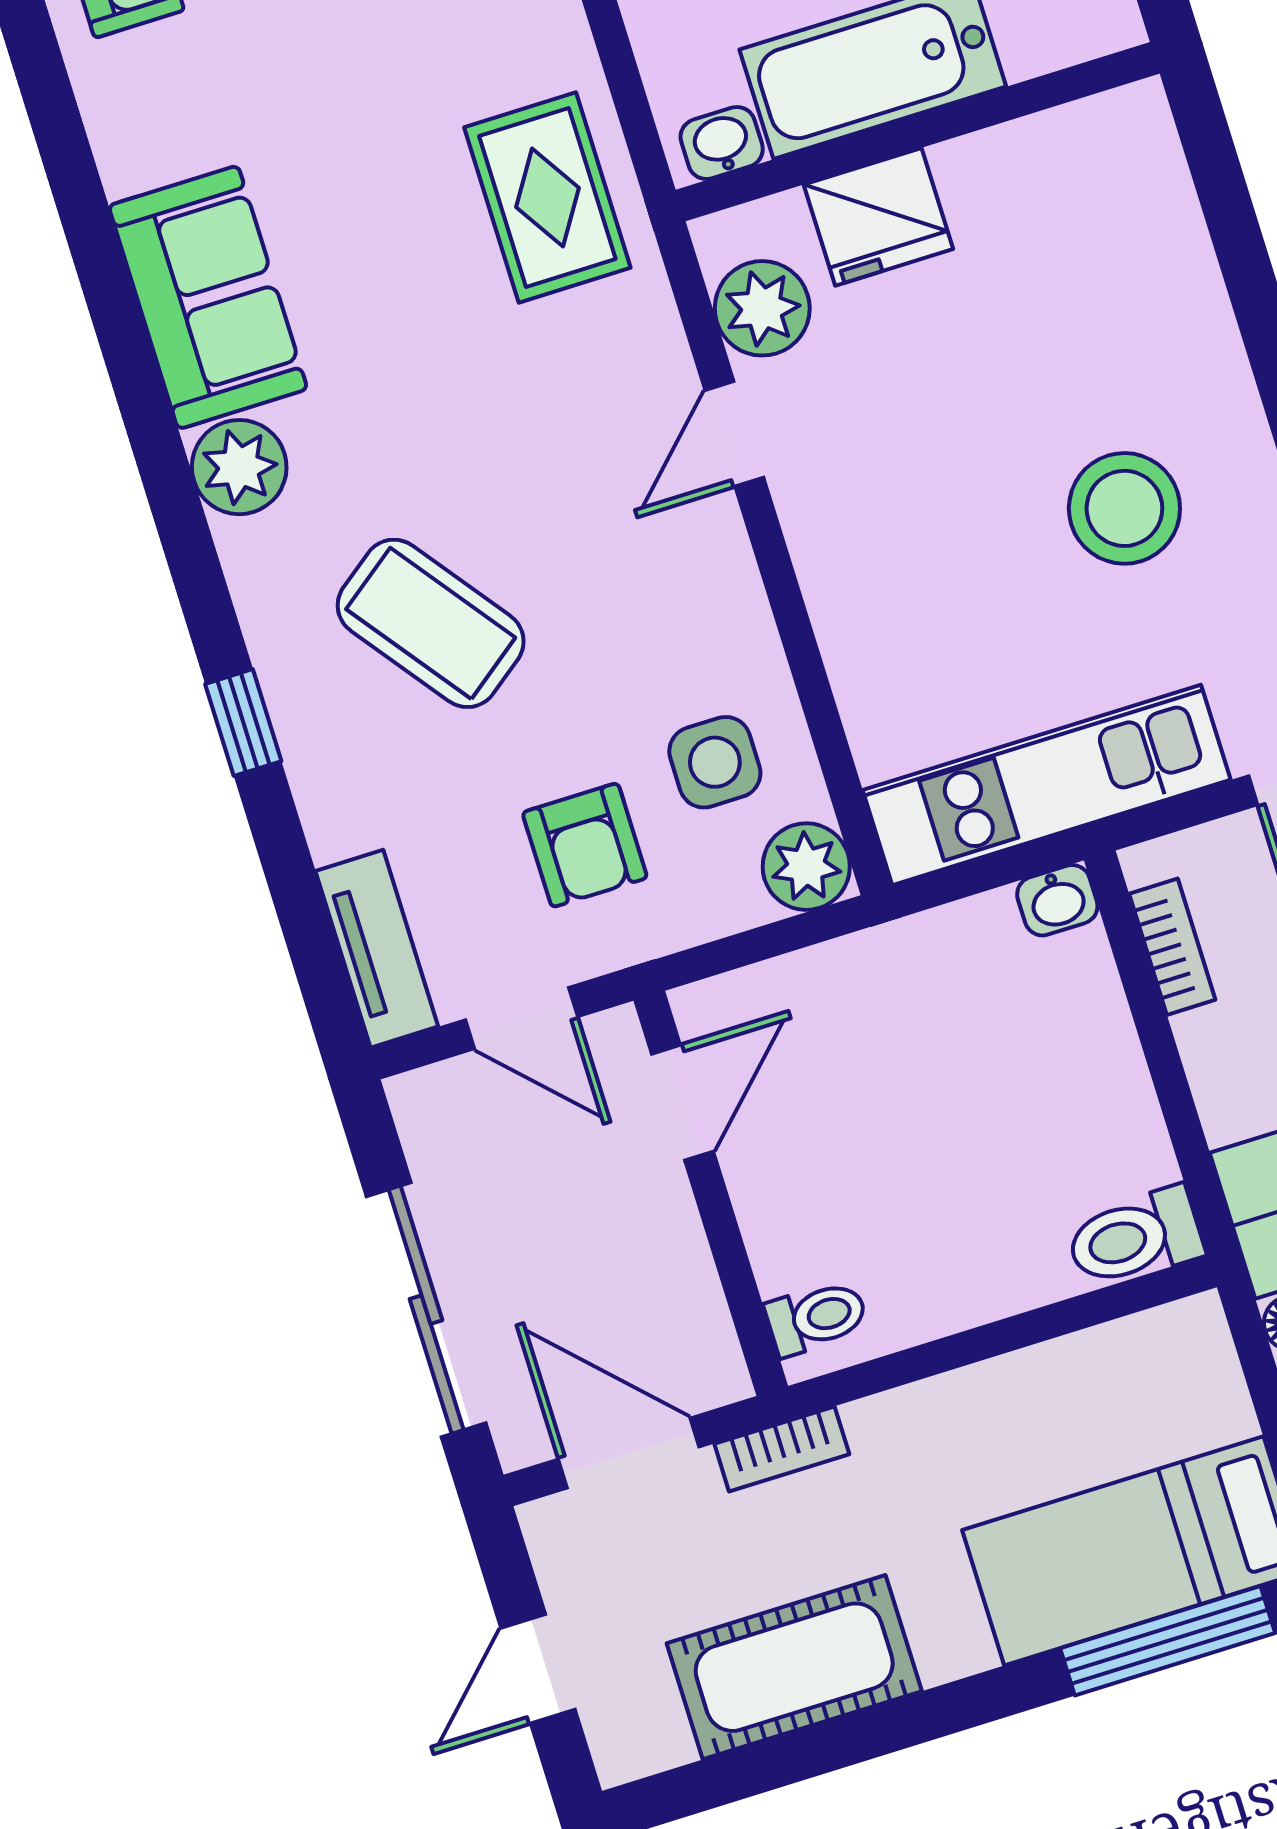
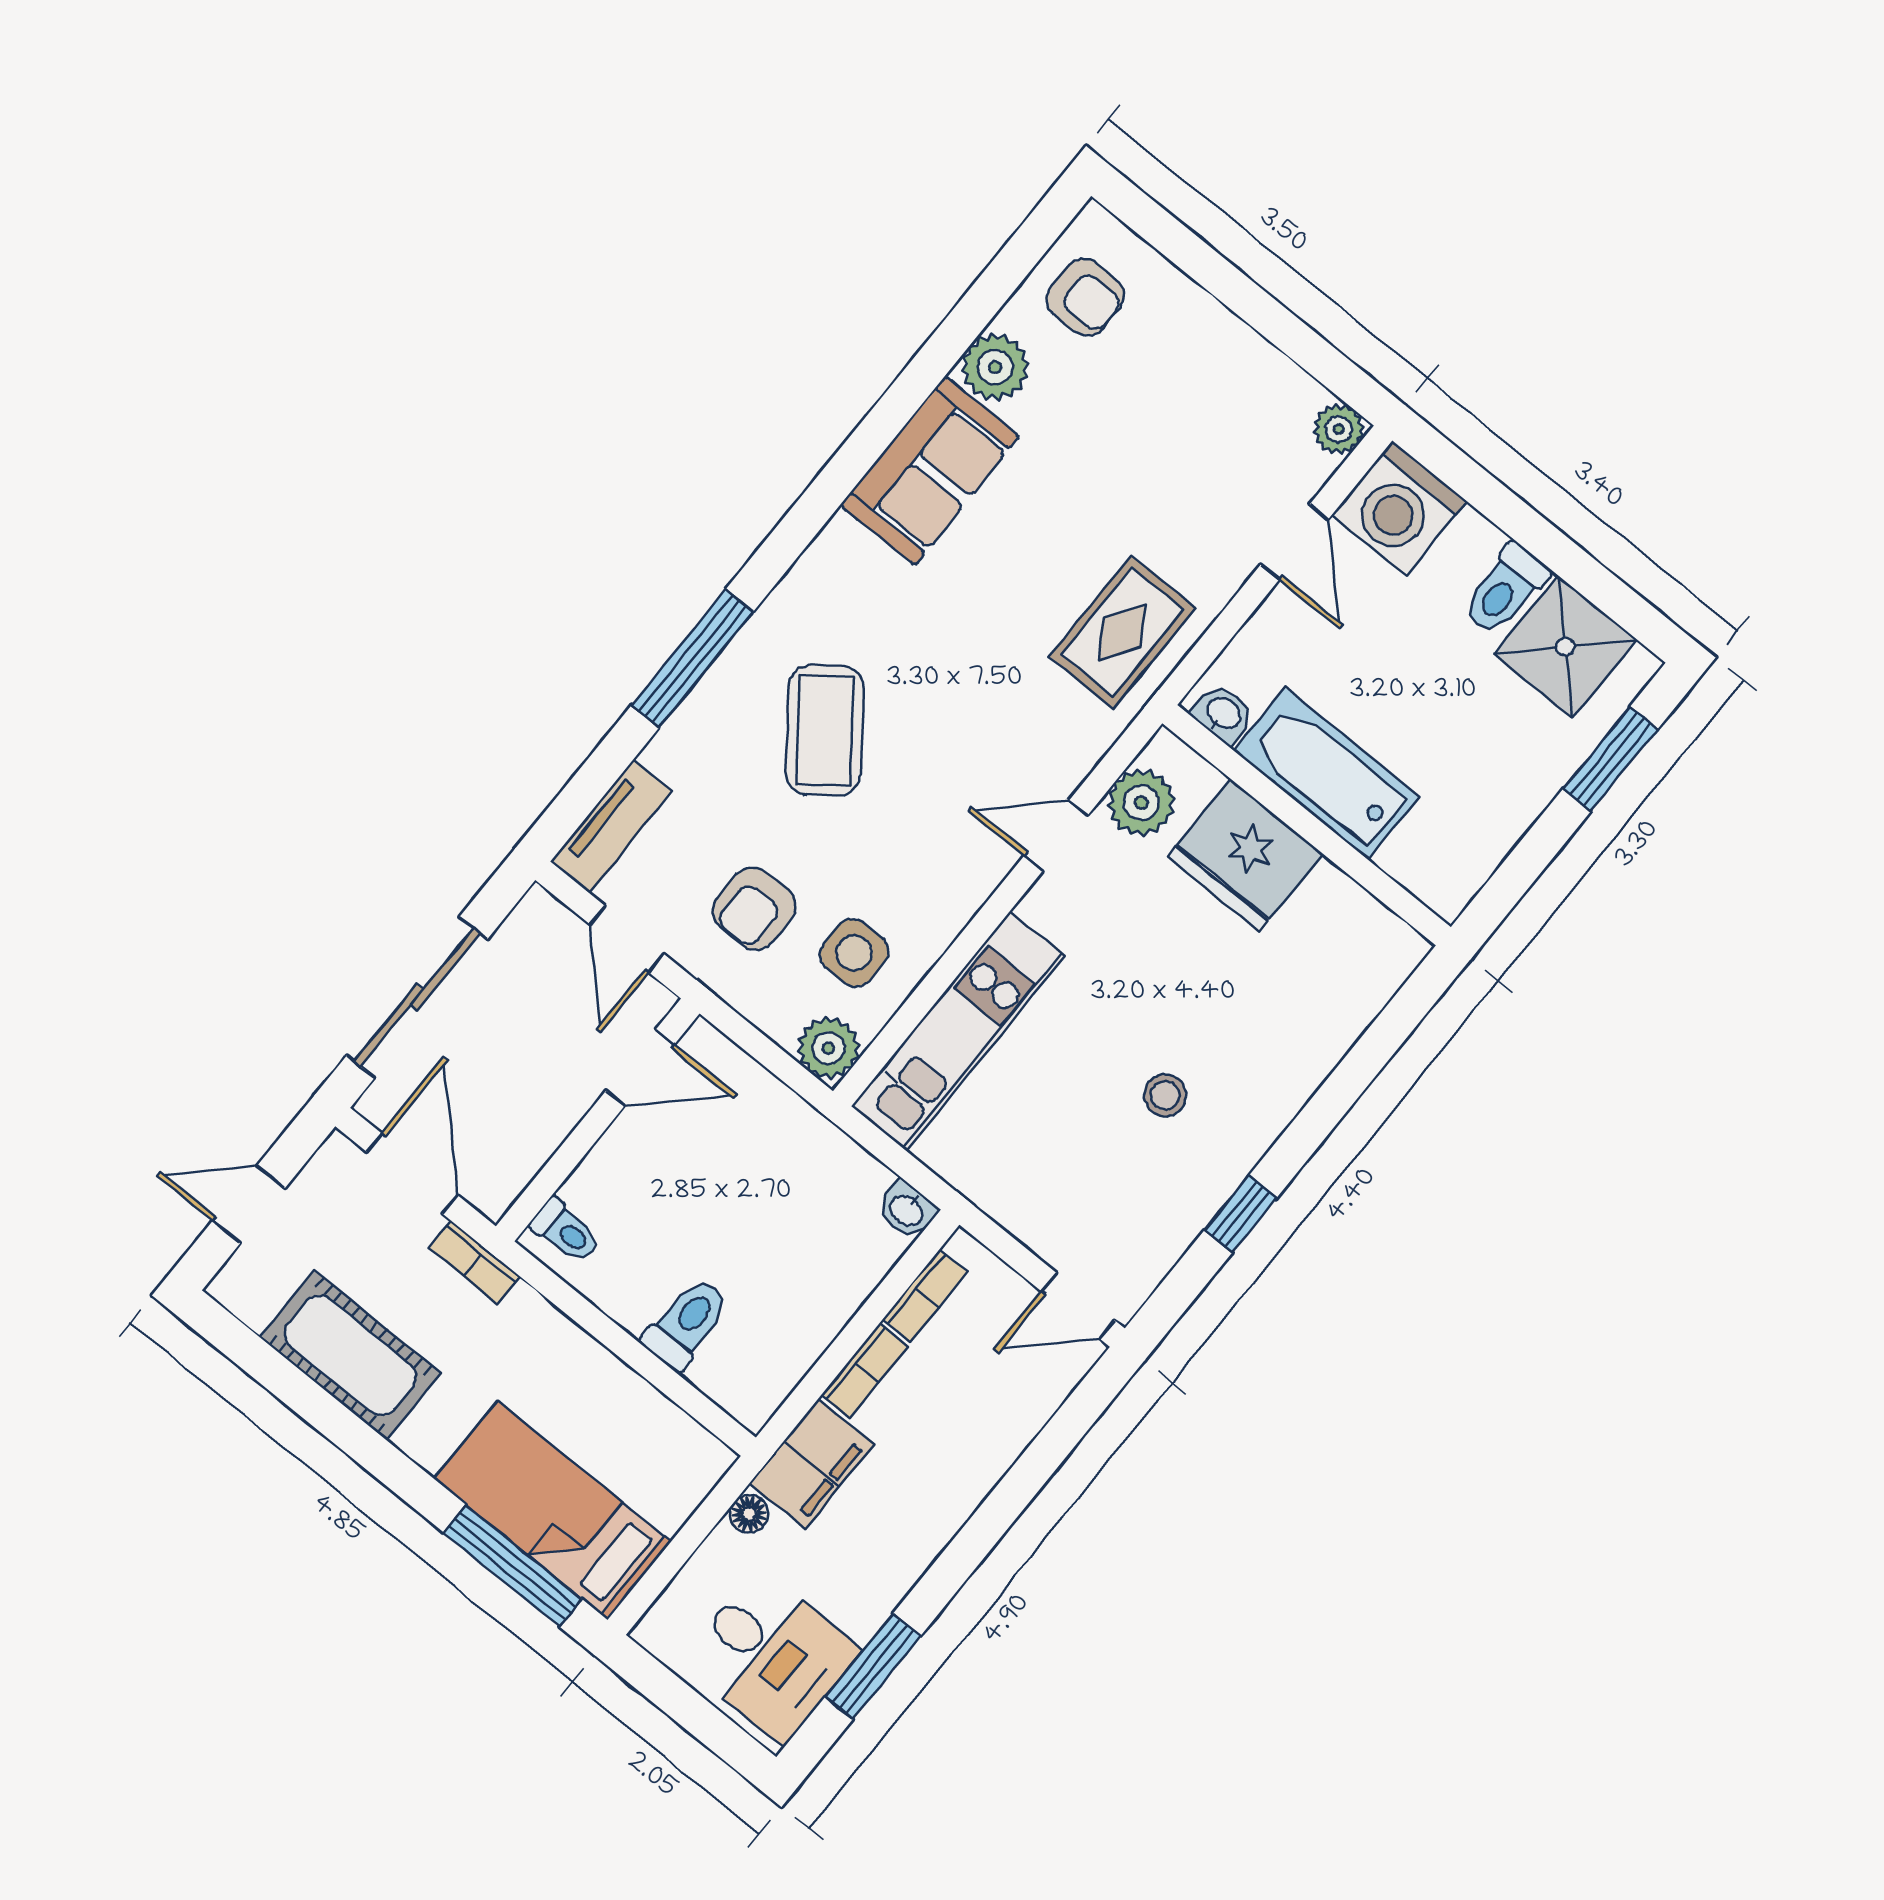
fridge: (878, 217) -> (1245, 855), width x1.36, depth x1.34
plant: (239, 467) -> (995, 367), moved
stool: (1124, 508) -> (1165, 1095), width x0.53, depth x0.53
window: (243, 723) -> (692, 659), width x2.17
kitchen unit: (1047, 785) -> (958, 1031), moved, turned 90
bookcase: (1213, 1076) -> (864, 1371), added
toilet: (1135, 1238) -> (687, 1323), moved, turned 90

